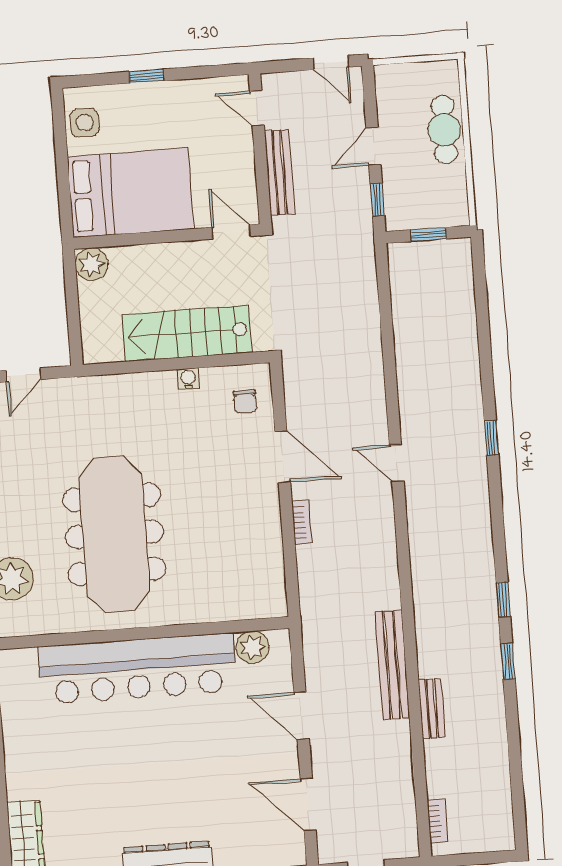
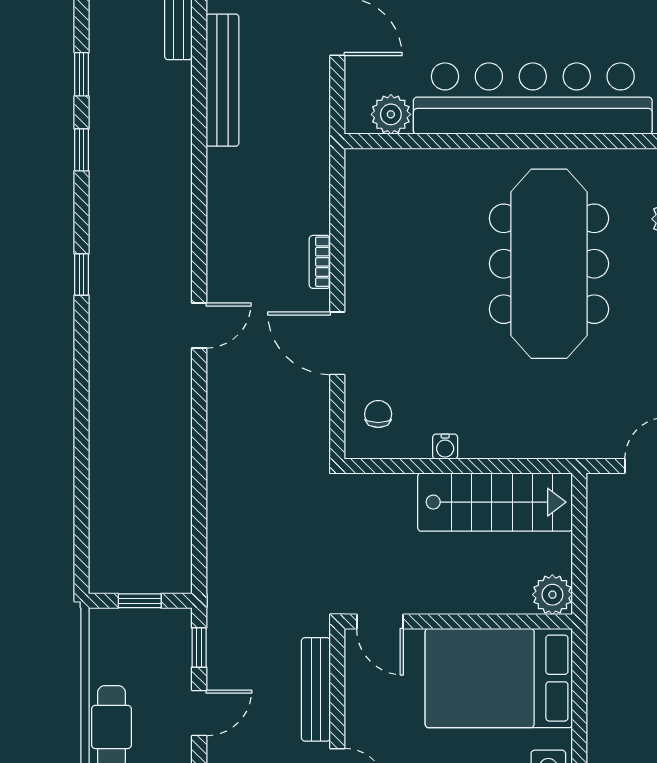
stairs: (187, 333) -> (495, 502), moved
window: (491, 438) -> (82, 275), moved
door: (397, 463) -> (199, 326), hinge flipped

